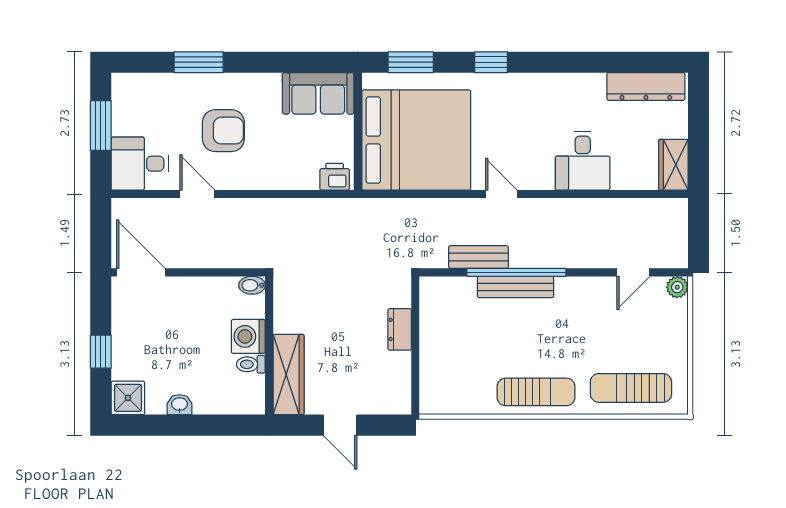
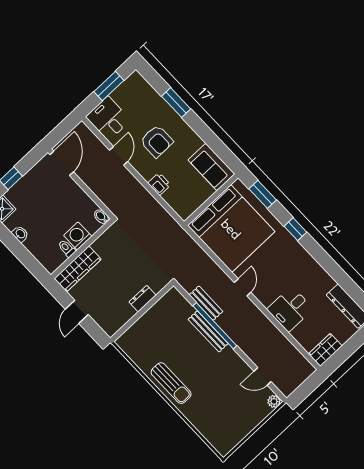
printer: (335, 177) -> (159, 184), moved
sun lounger: (631, 388) -> (211, 423), removed

